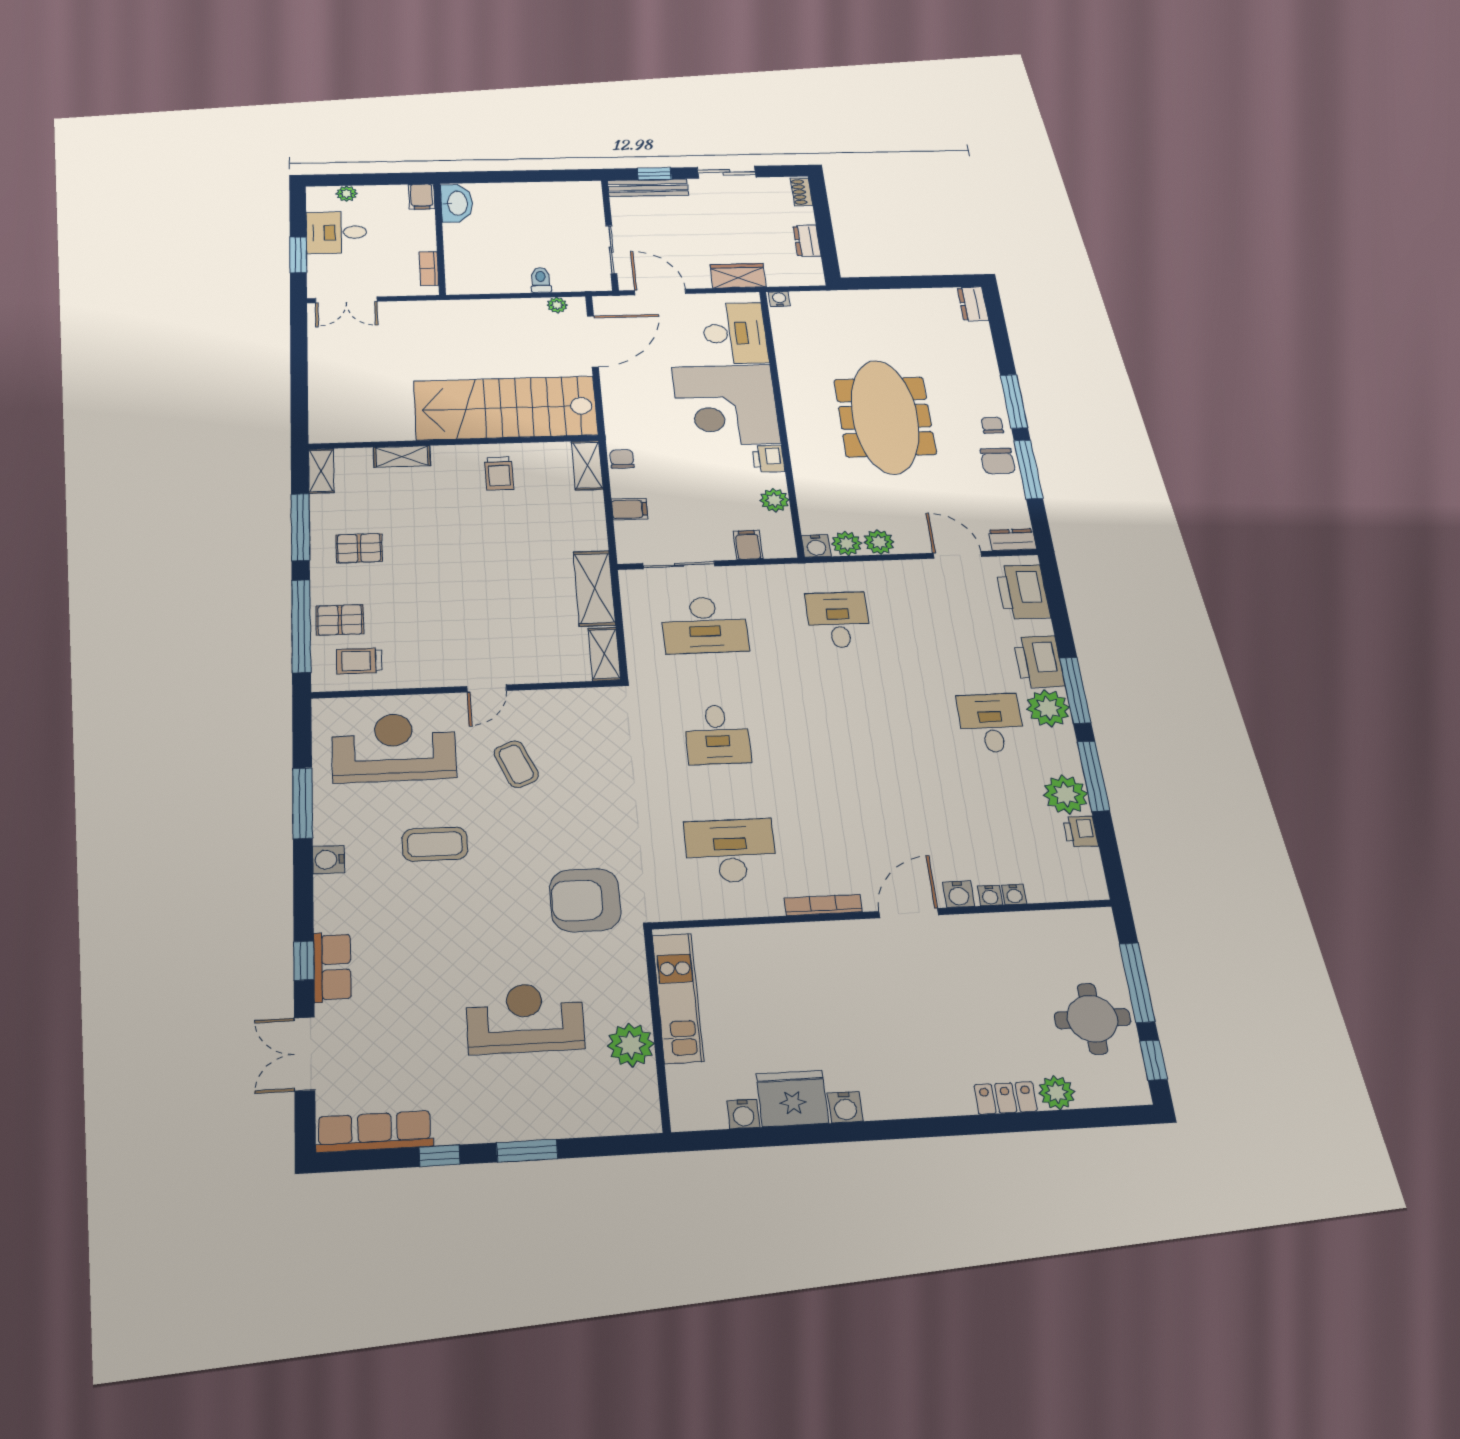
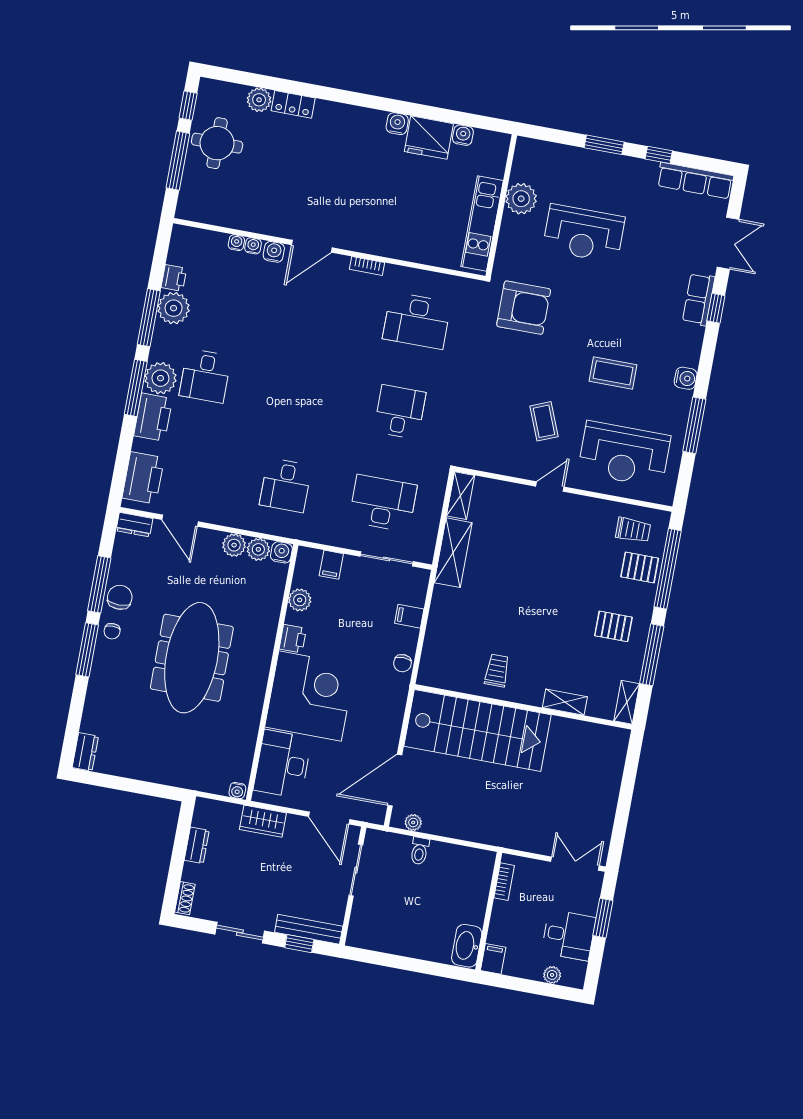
shelving: (587, 465) -> (430, 663), removed
bookcase: (823, 905) -> (367, 266), width x0.64

